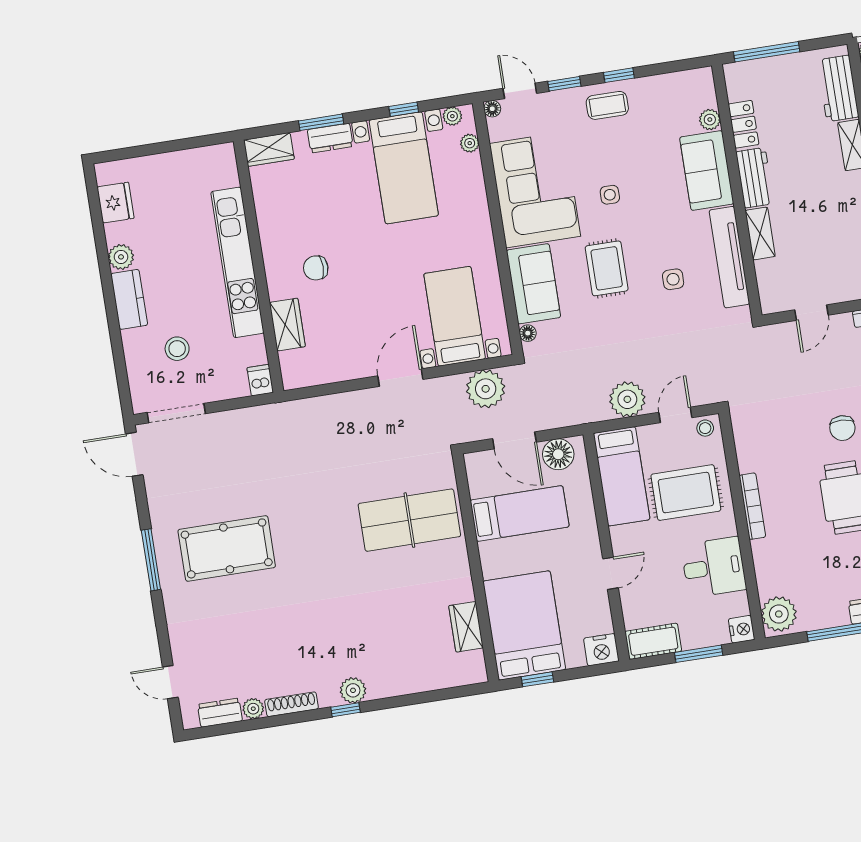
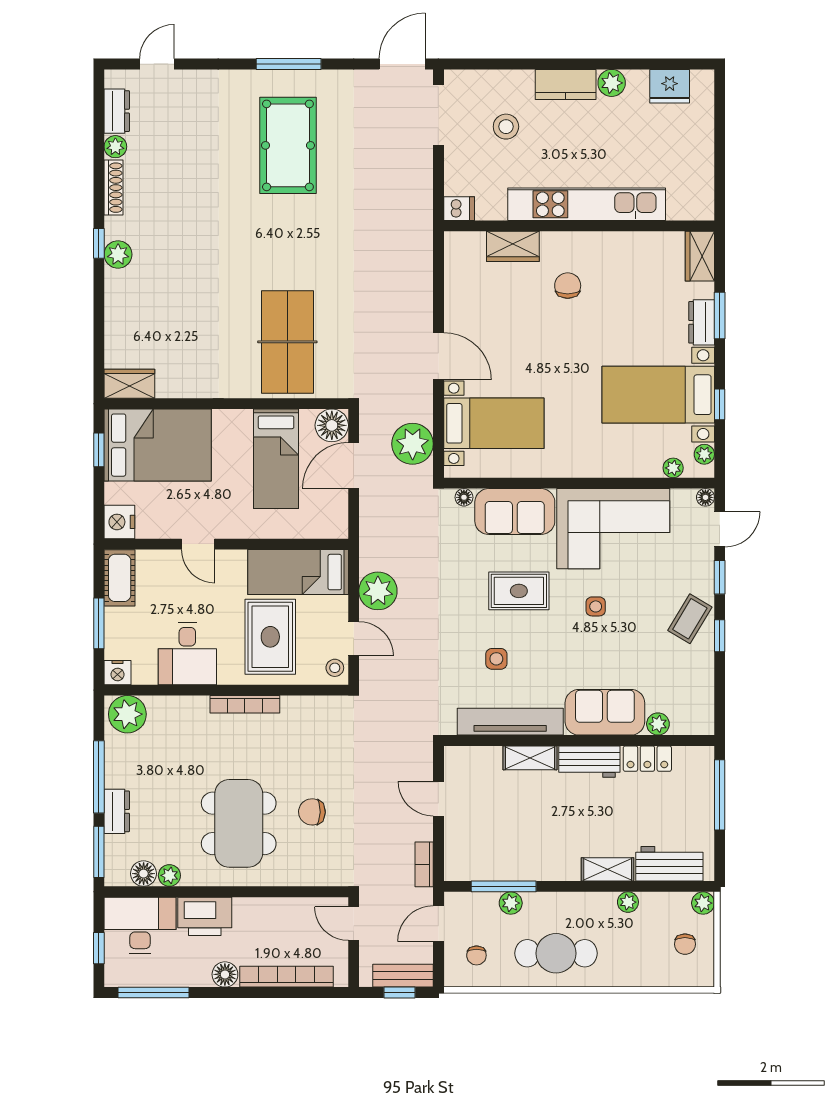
coffee table: (607, 105) -> (690, 619), turned 31
floor lamp: (558, 454) -> (332, 425), moved
wardrobe: (466, 627) -> (129, 384), moved

